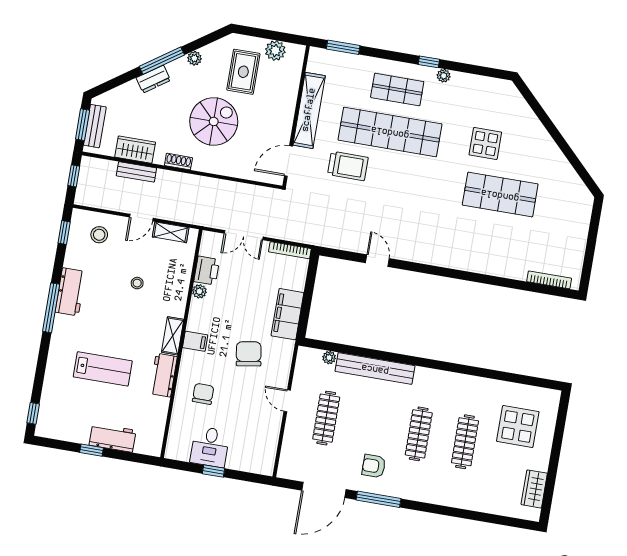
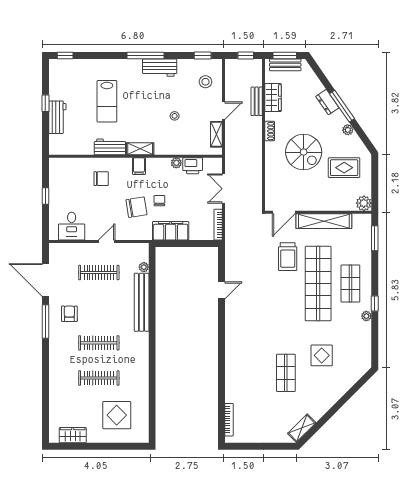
plant: (275, 51) -> (364, 203), moved
door: (288, 161) -> (284, 212), swing flipped
shelving: (576, 186) -> (302, 428), added
shop shelf: (500, 195) -> (286, 373), width x0.70, depth x0.74
door: (141, 218) -> (223, 111), swing flipped
chair: (245, 322) -> (159, 201), added
desk: (210, 447) -> (72, 226), moved, turned -90

